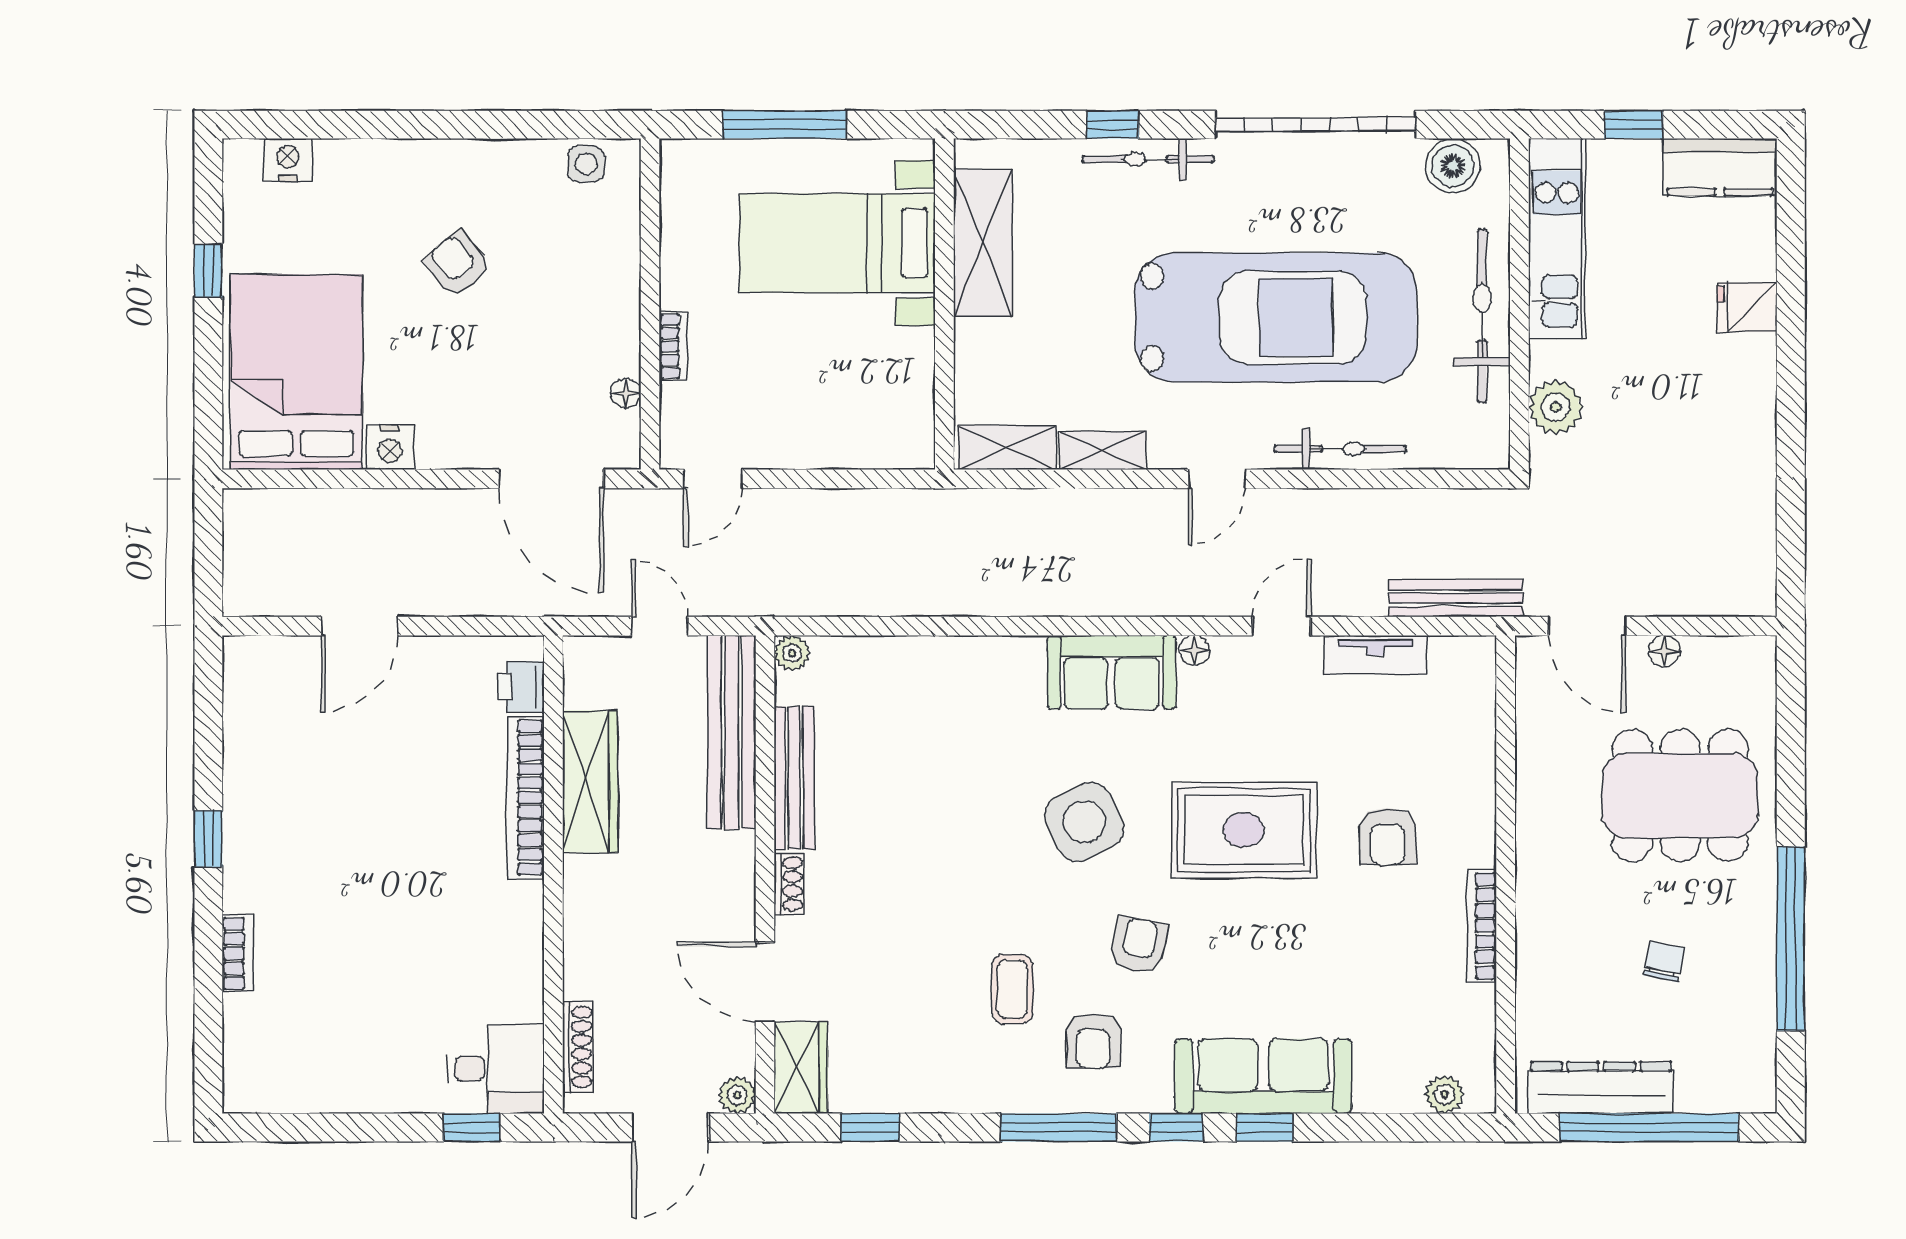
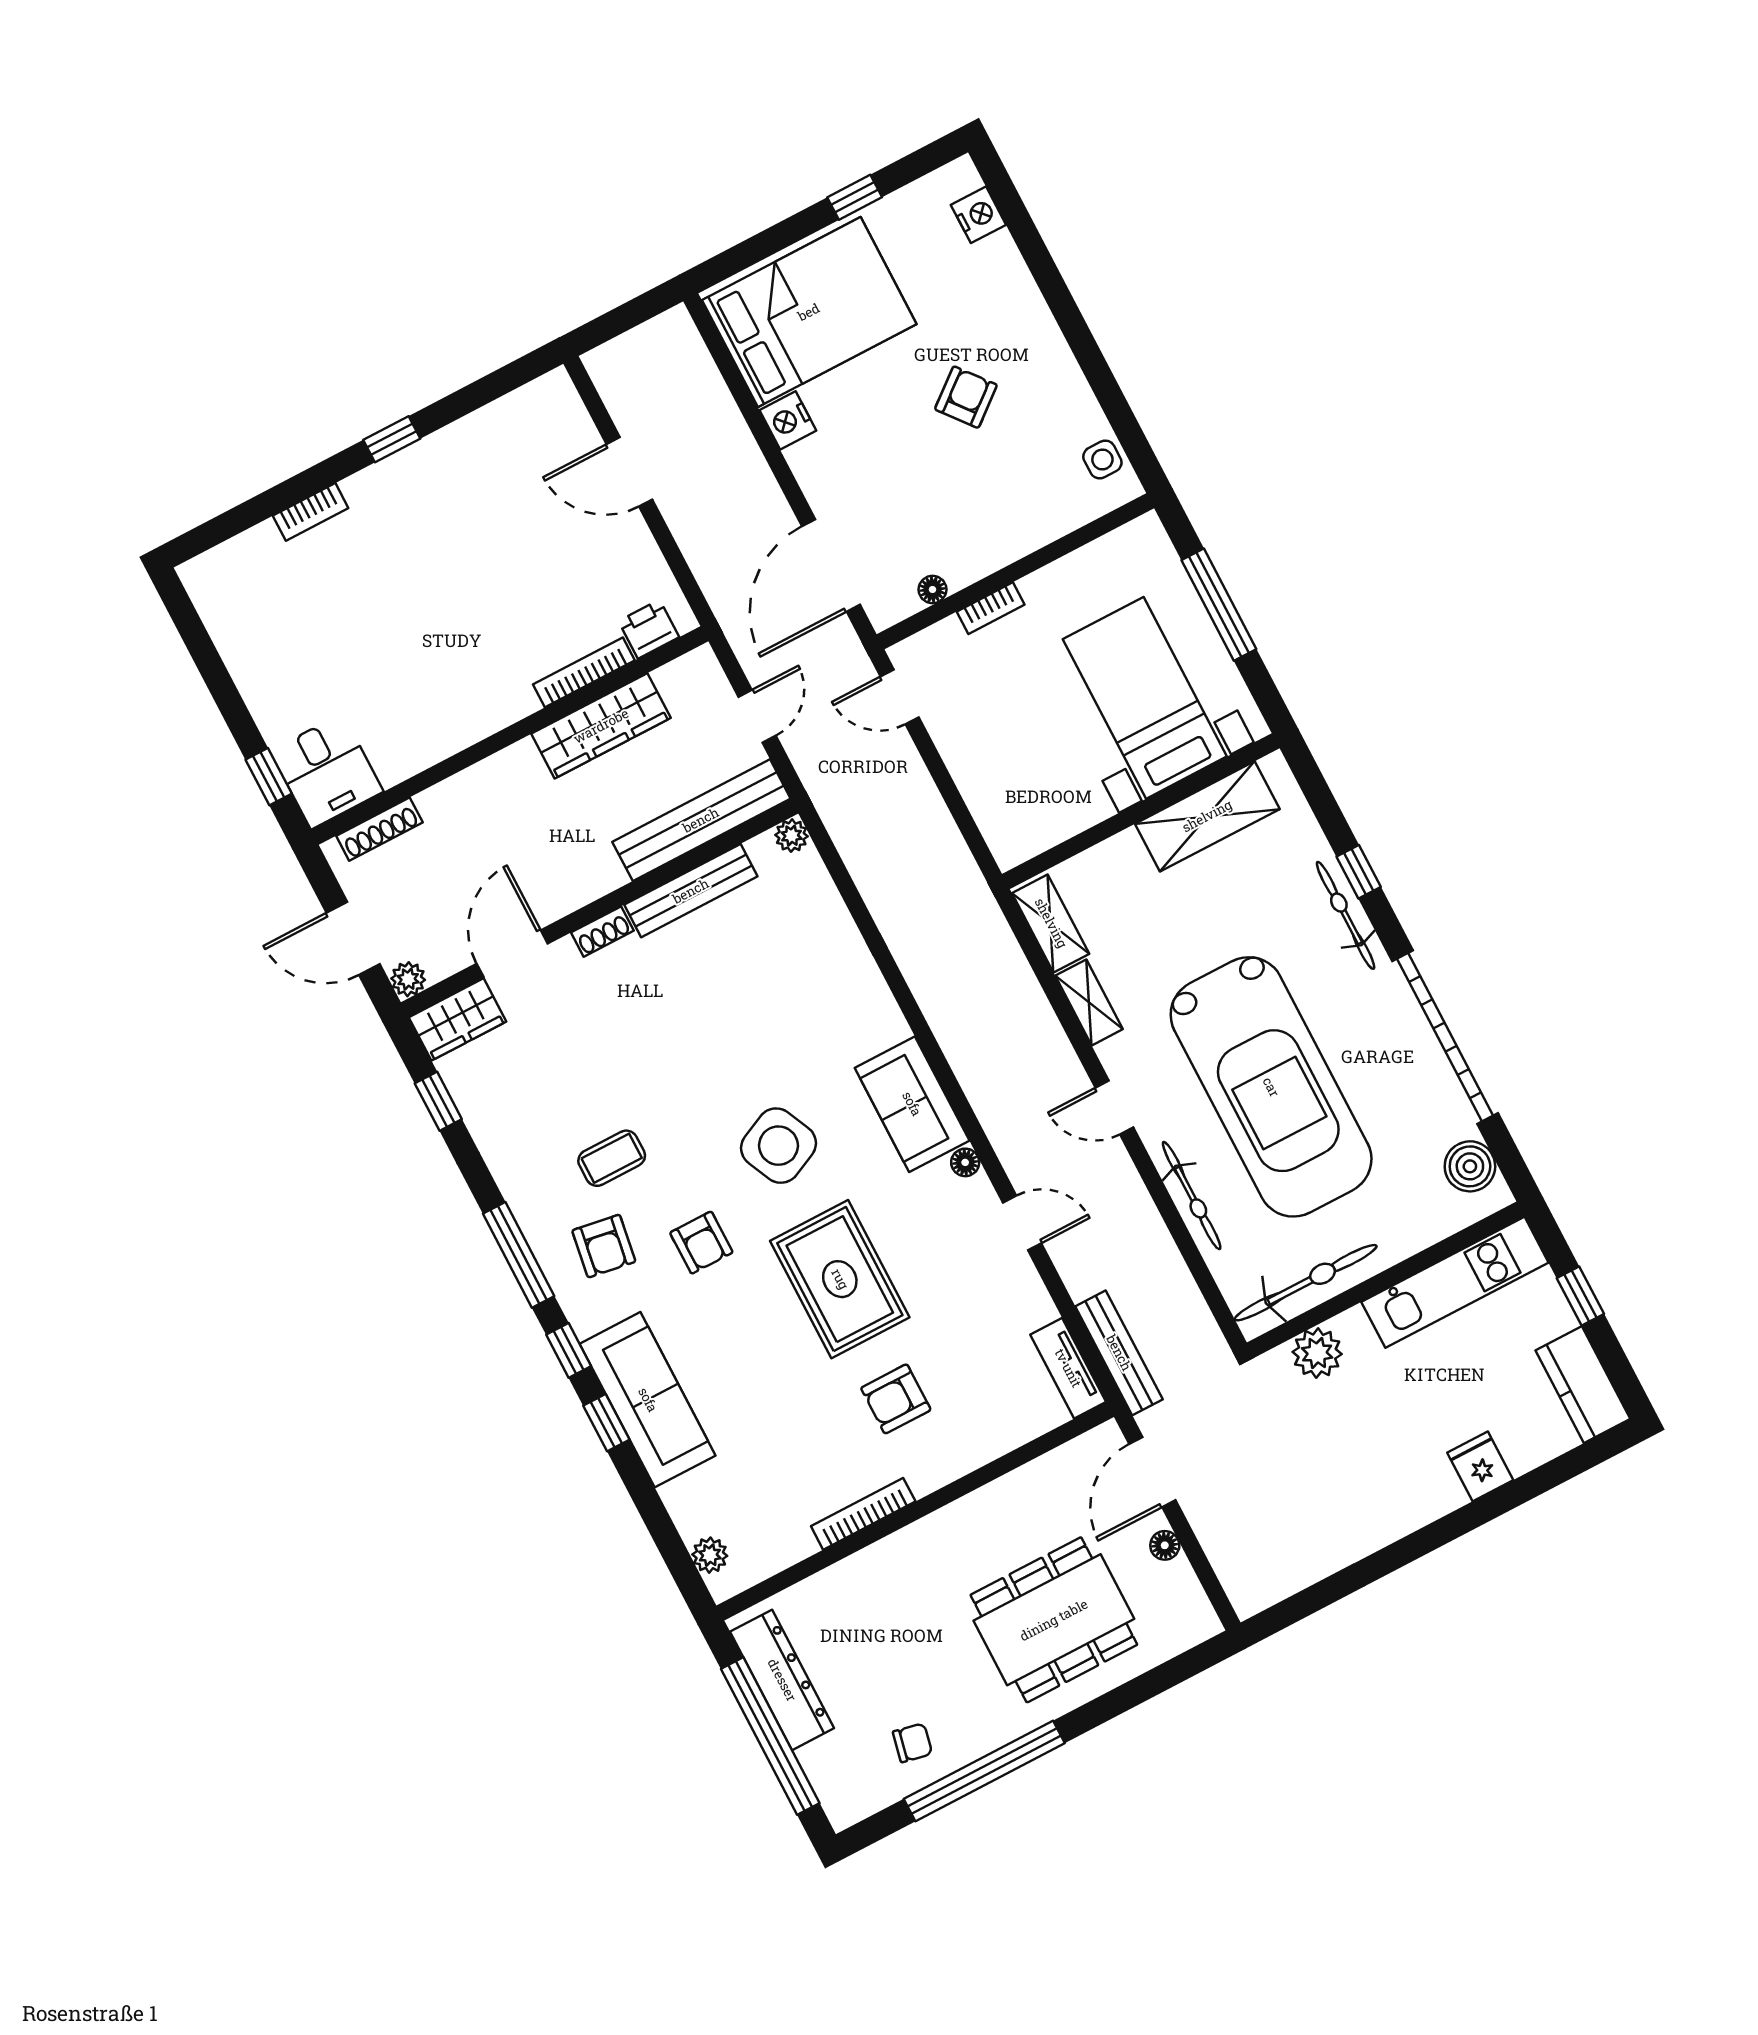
bicycle: (1482, 316) -> (1306, 1283), moved
tv unit: (1375, 655) -> (1068, 1368), moved
dining table: (1680, 795) -> (1054, 1620), turned 90
bookcase: (526, 797) -> (584, 672), width x0.68, depth x0.76
armchair: (1139, 945) -> (701, 1243), turned 79
chair: (1664, 961) -> (913, 1743), moved
armchair: (1093, 1041) -> (604, 1246), turned -81

